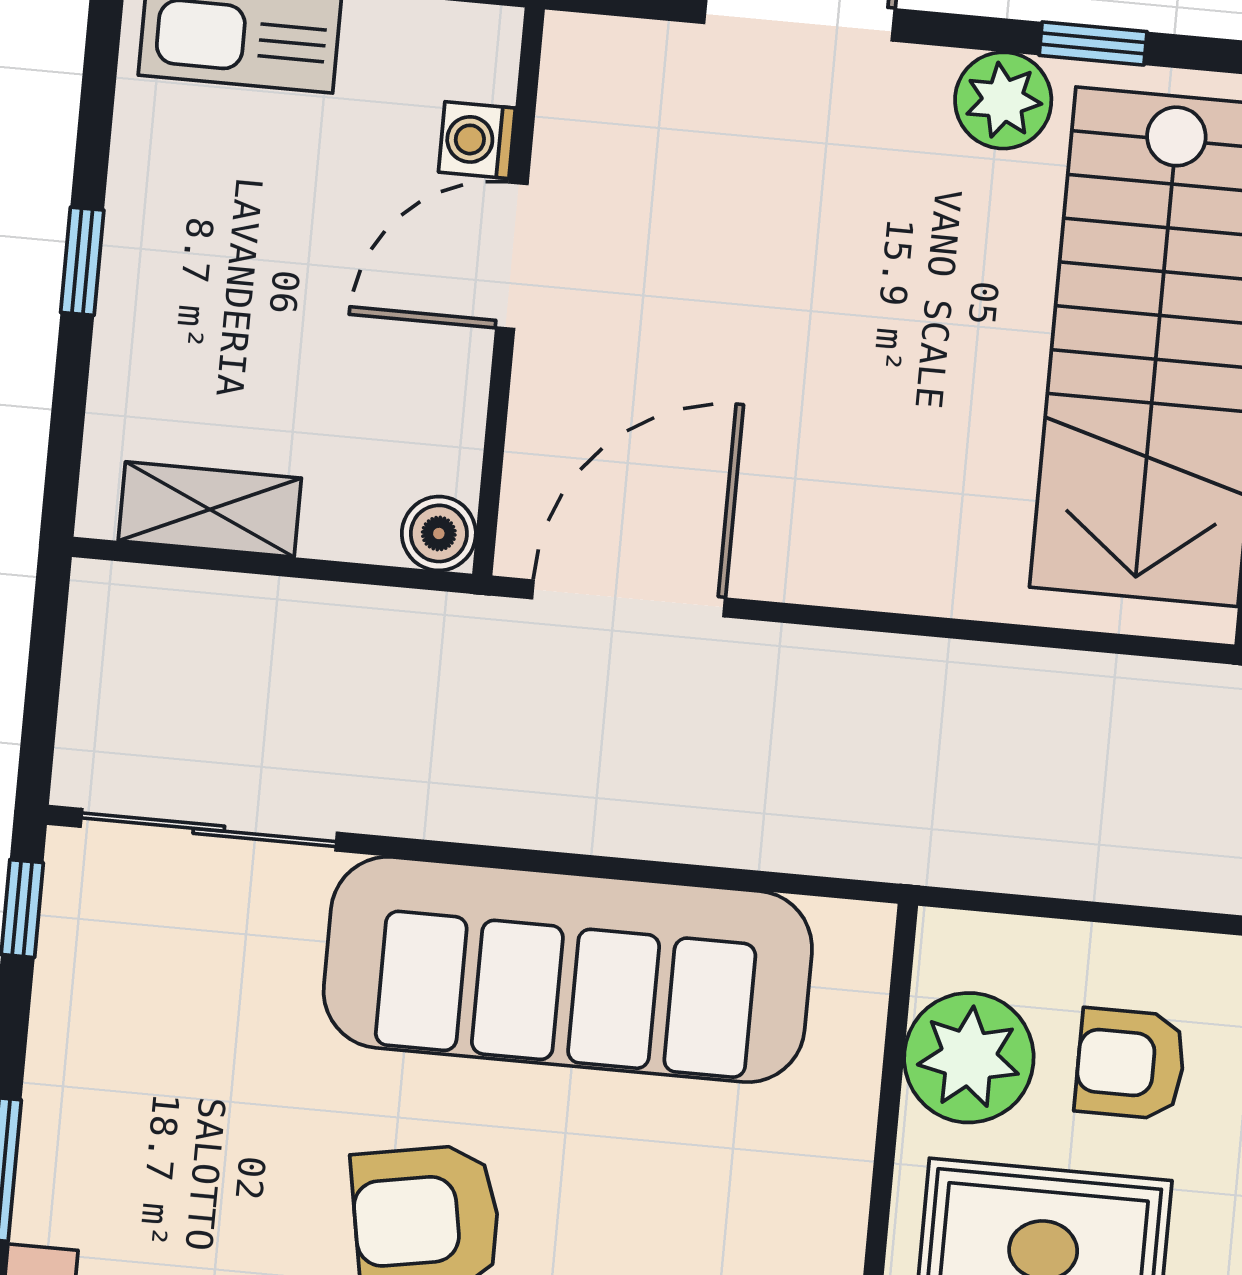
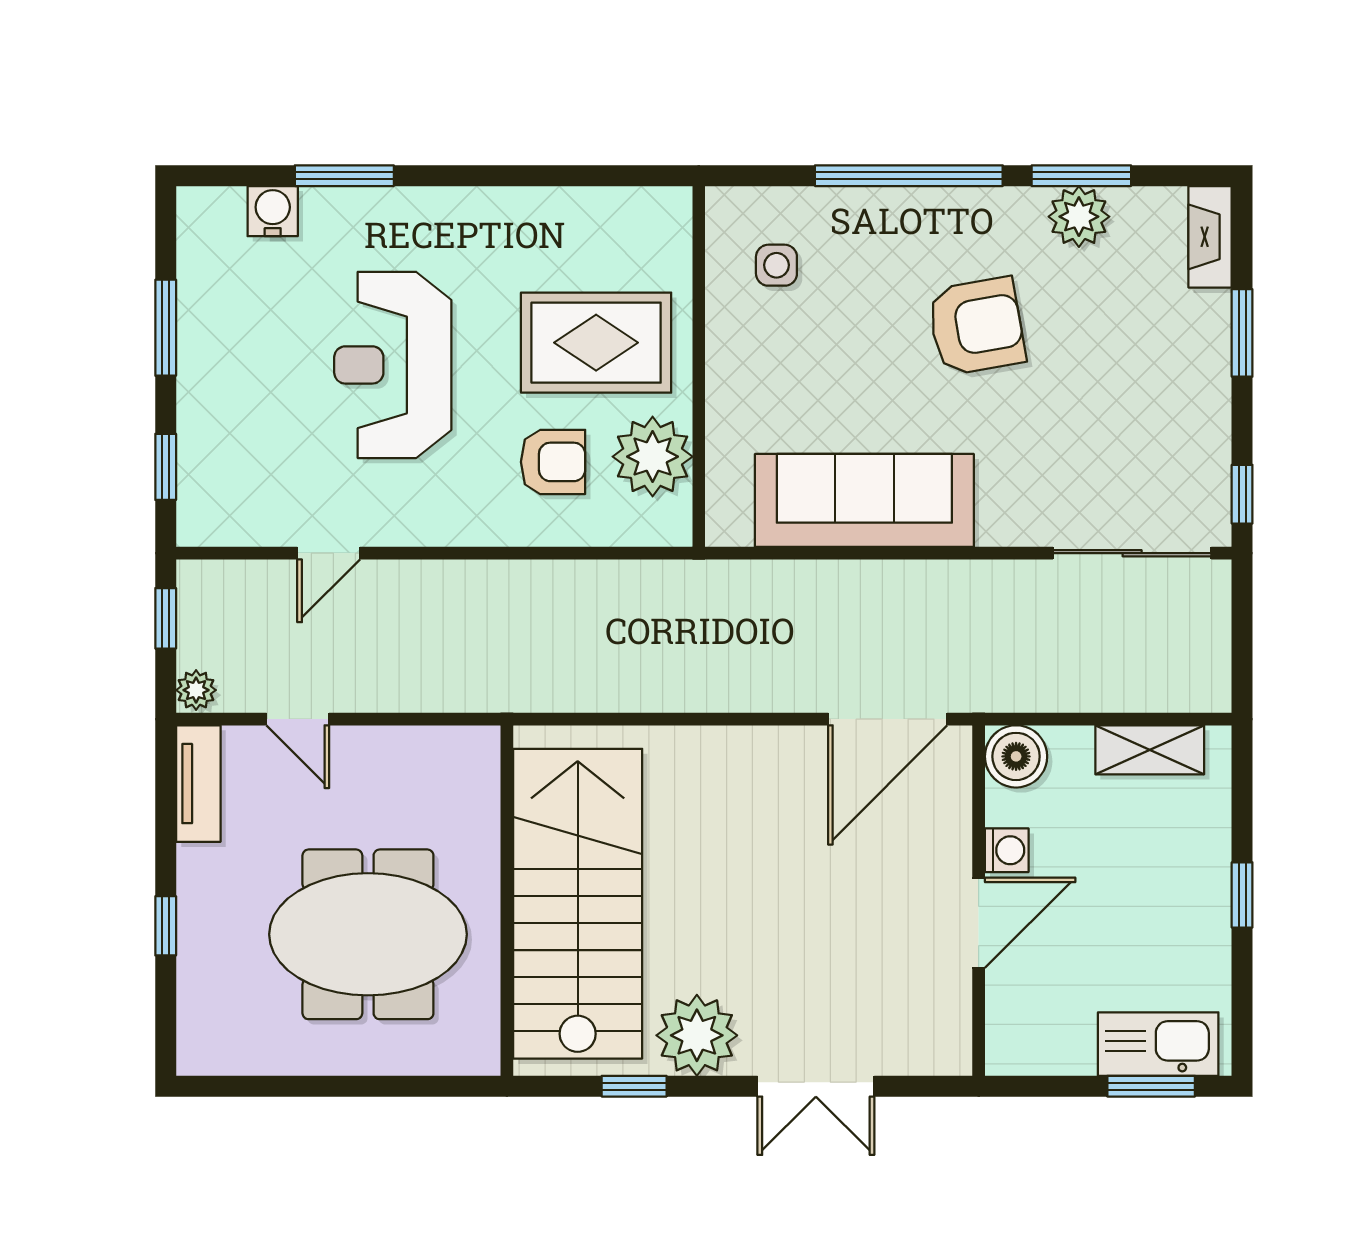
plant: (1003, 100) -> (697, 1035), width x1.36, depth x1.36
washing machine: (477, 140) -> (1007, 850), moved
boiler: (439, 533) -> (1016, 756), width x1.36, depth x1.36
sofa: (568, 969) -> (864, 500), width x0.74, depth x0.79

